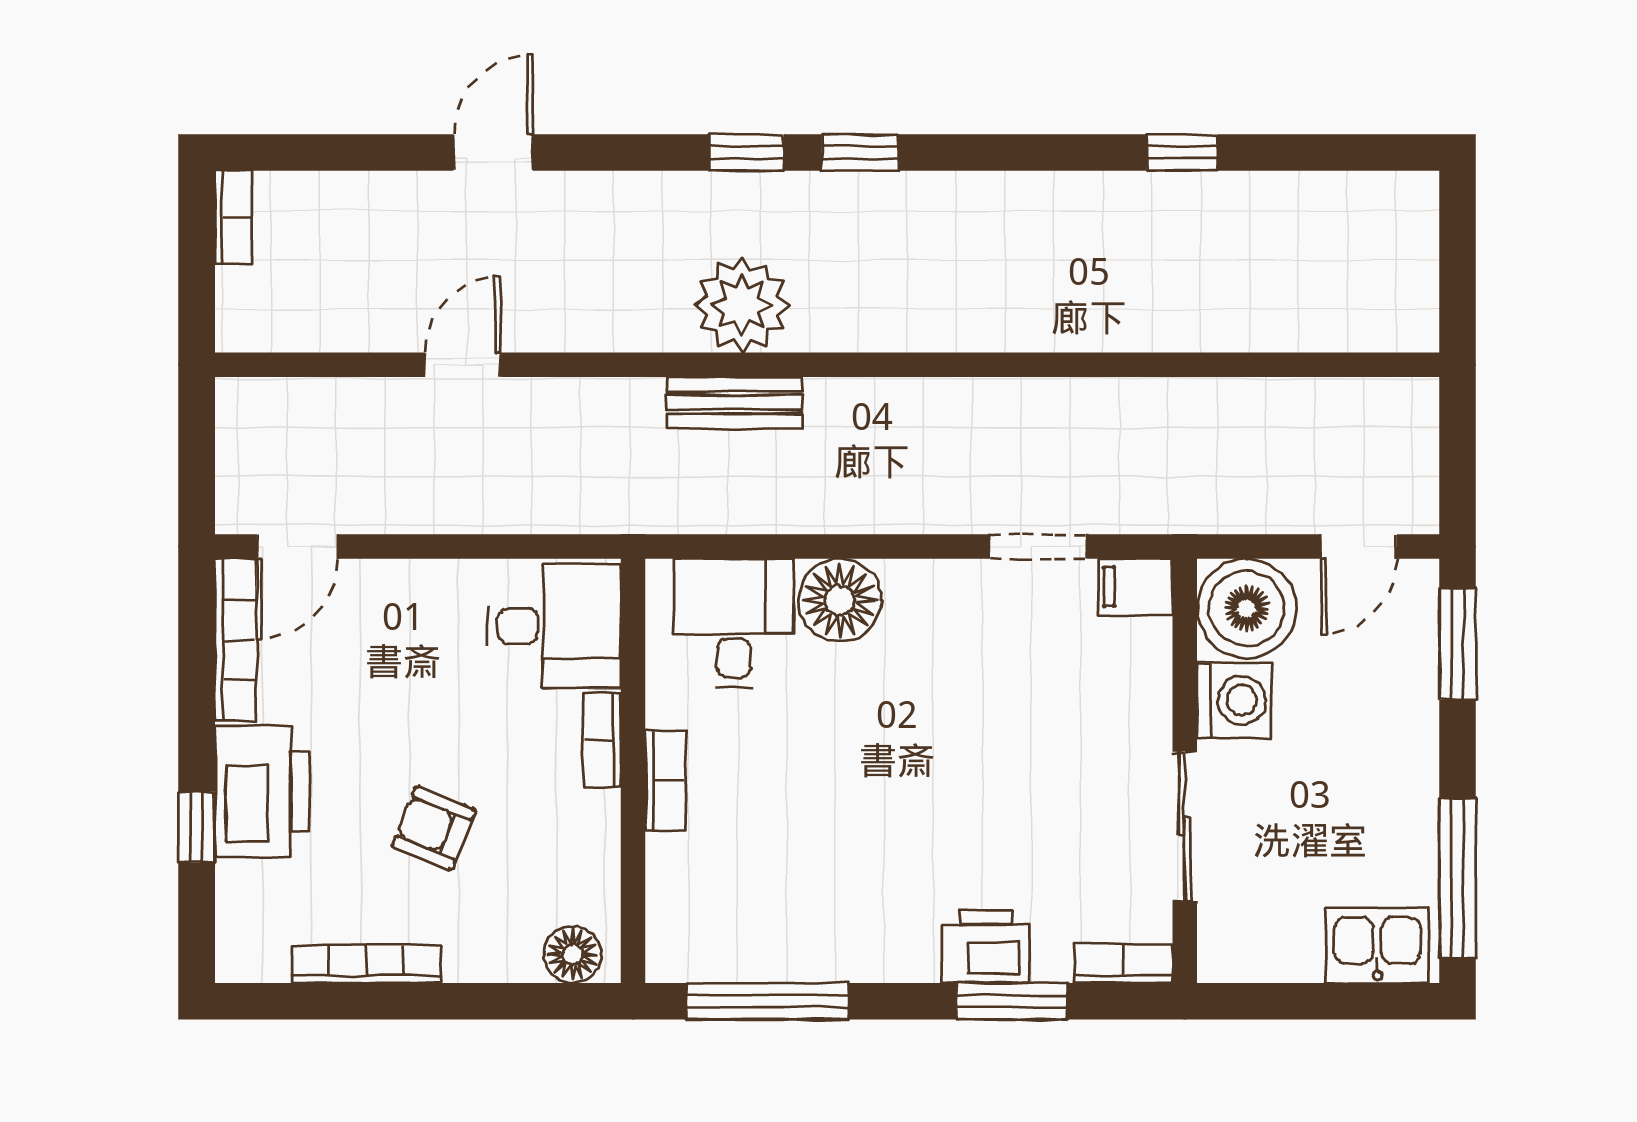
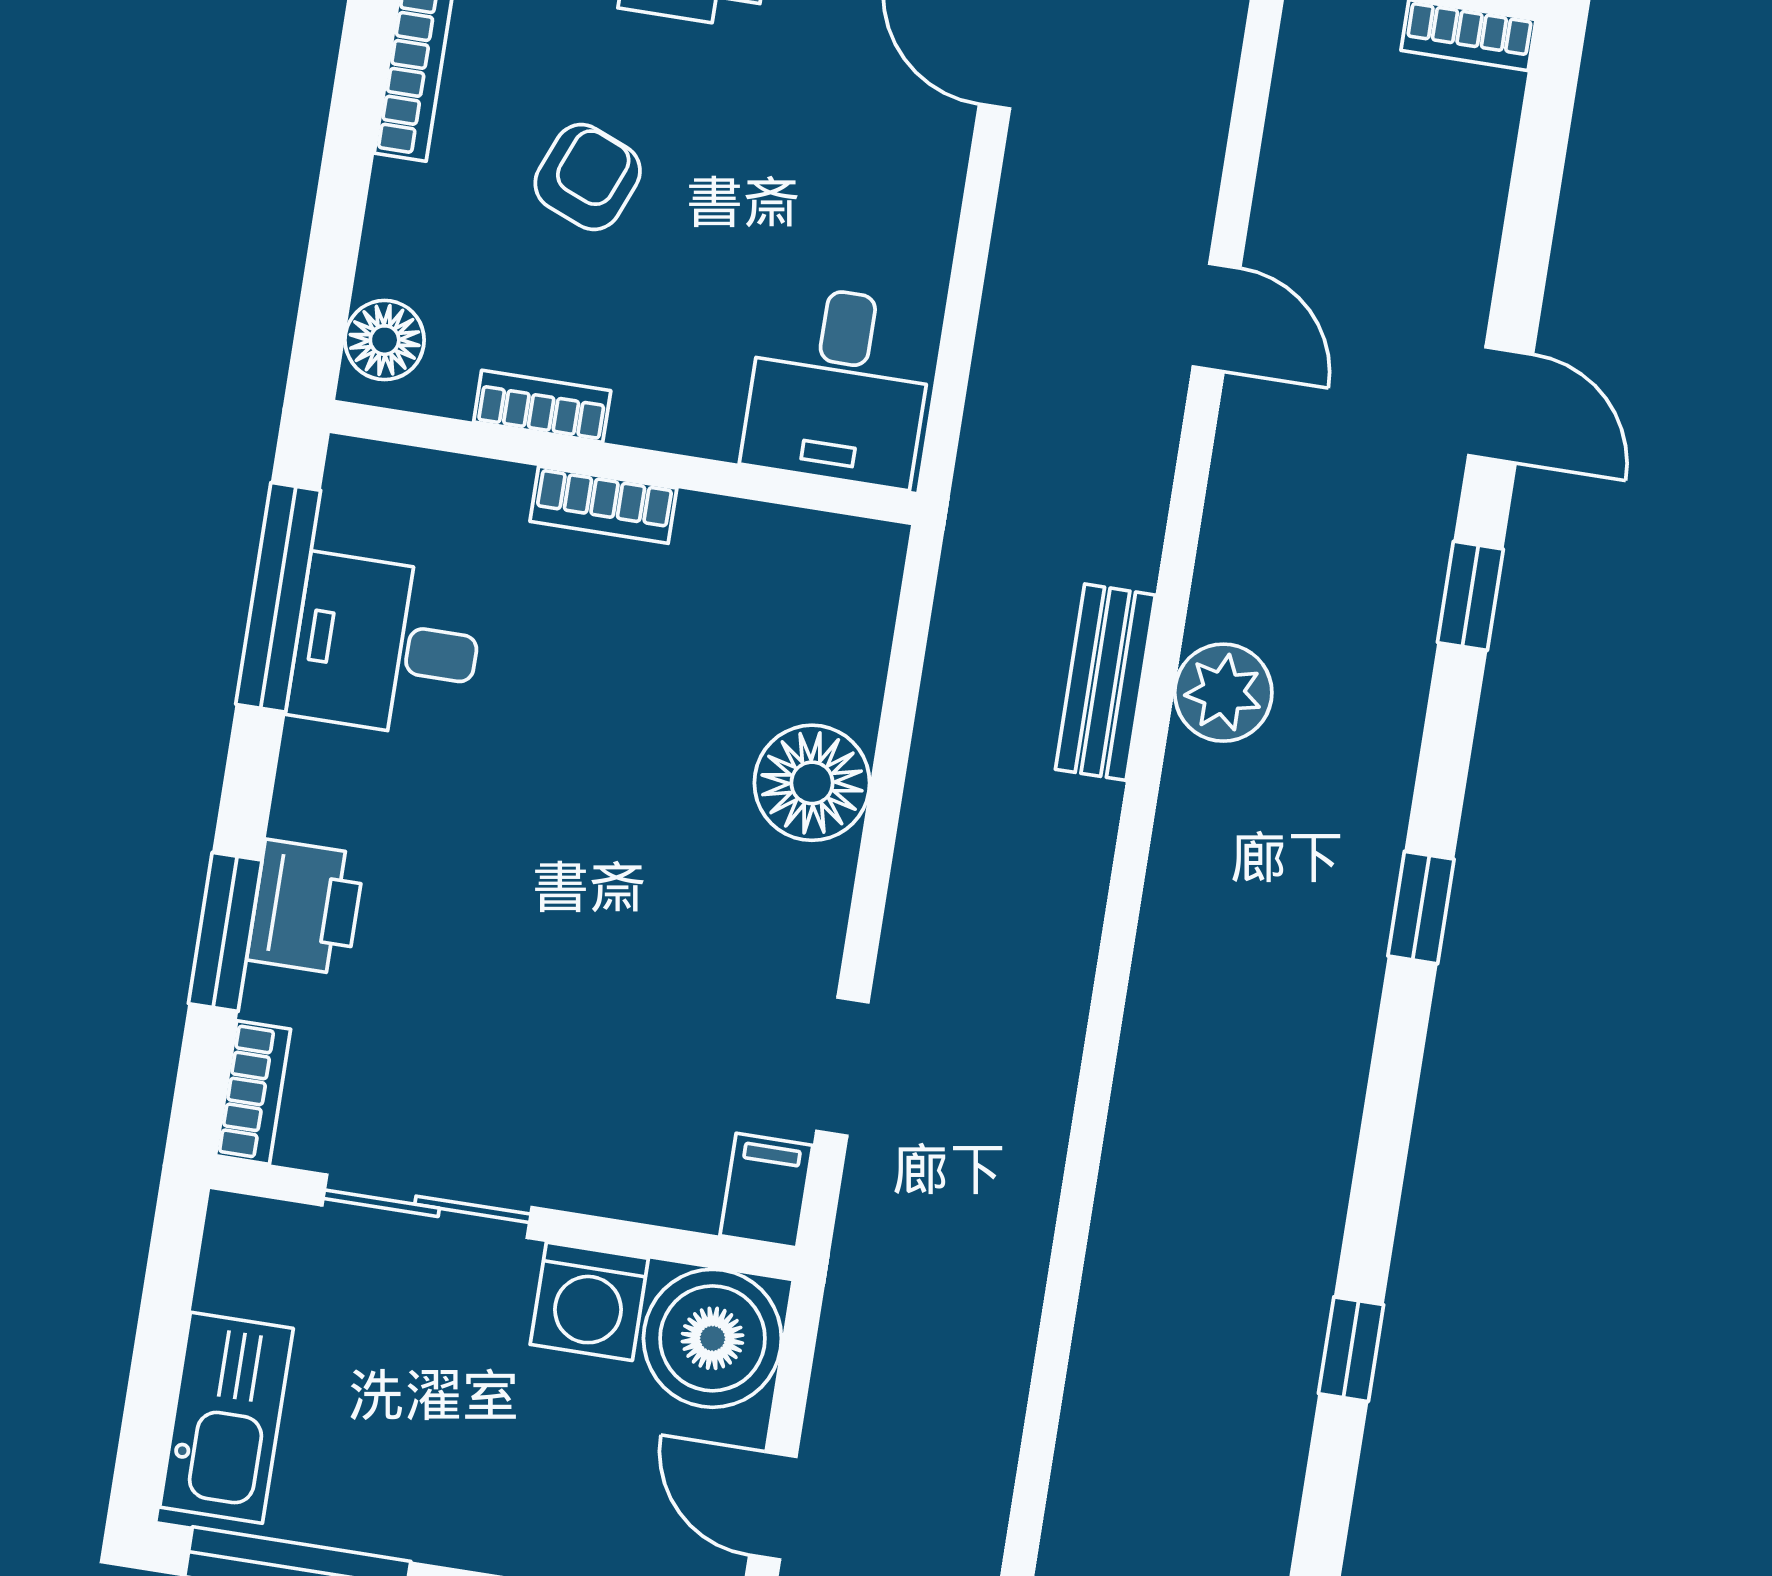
window: (746, 152) -> (1470, 596), moved
plant: (742, 305) -> (1223, 693), width x0.73, depth x0.73
desk: (734, 623) -> (386, 647), moved, turned 180
bookcase: (602, 740) -> (542, 406), moved
kitchen sink: (1377, 946) -> (226, 1418), width x1.38

